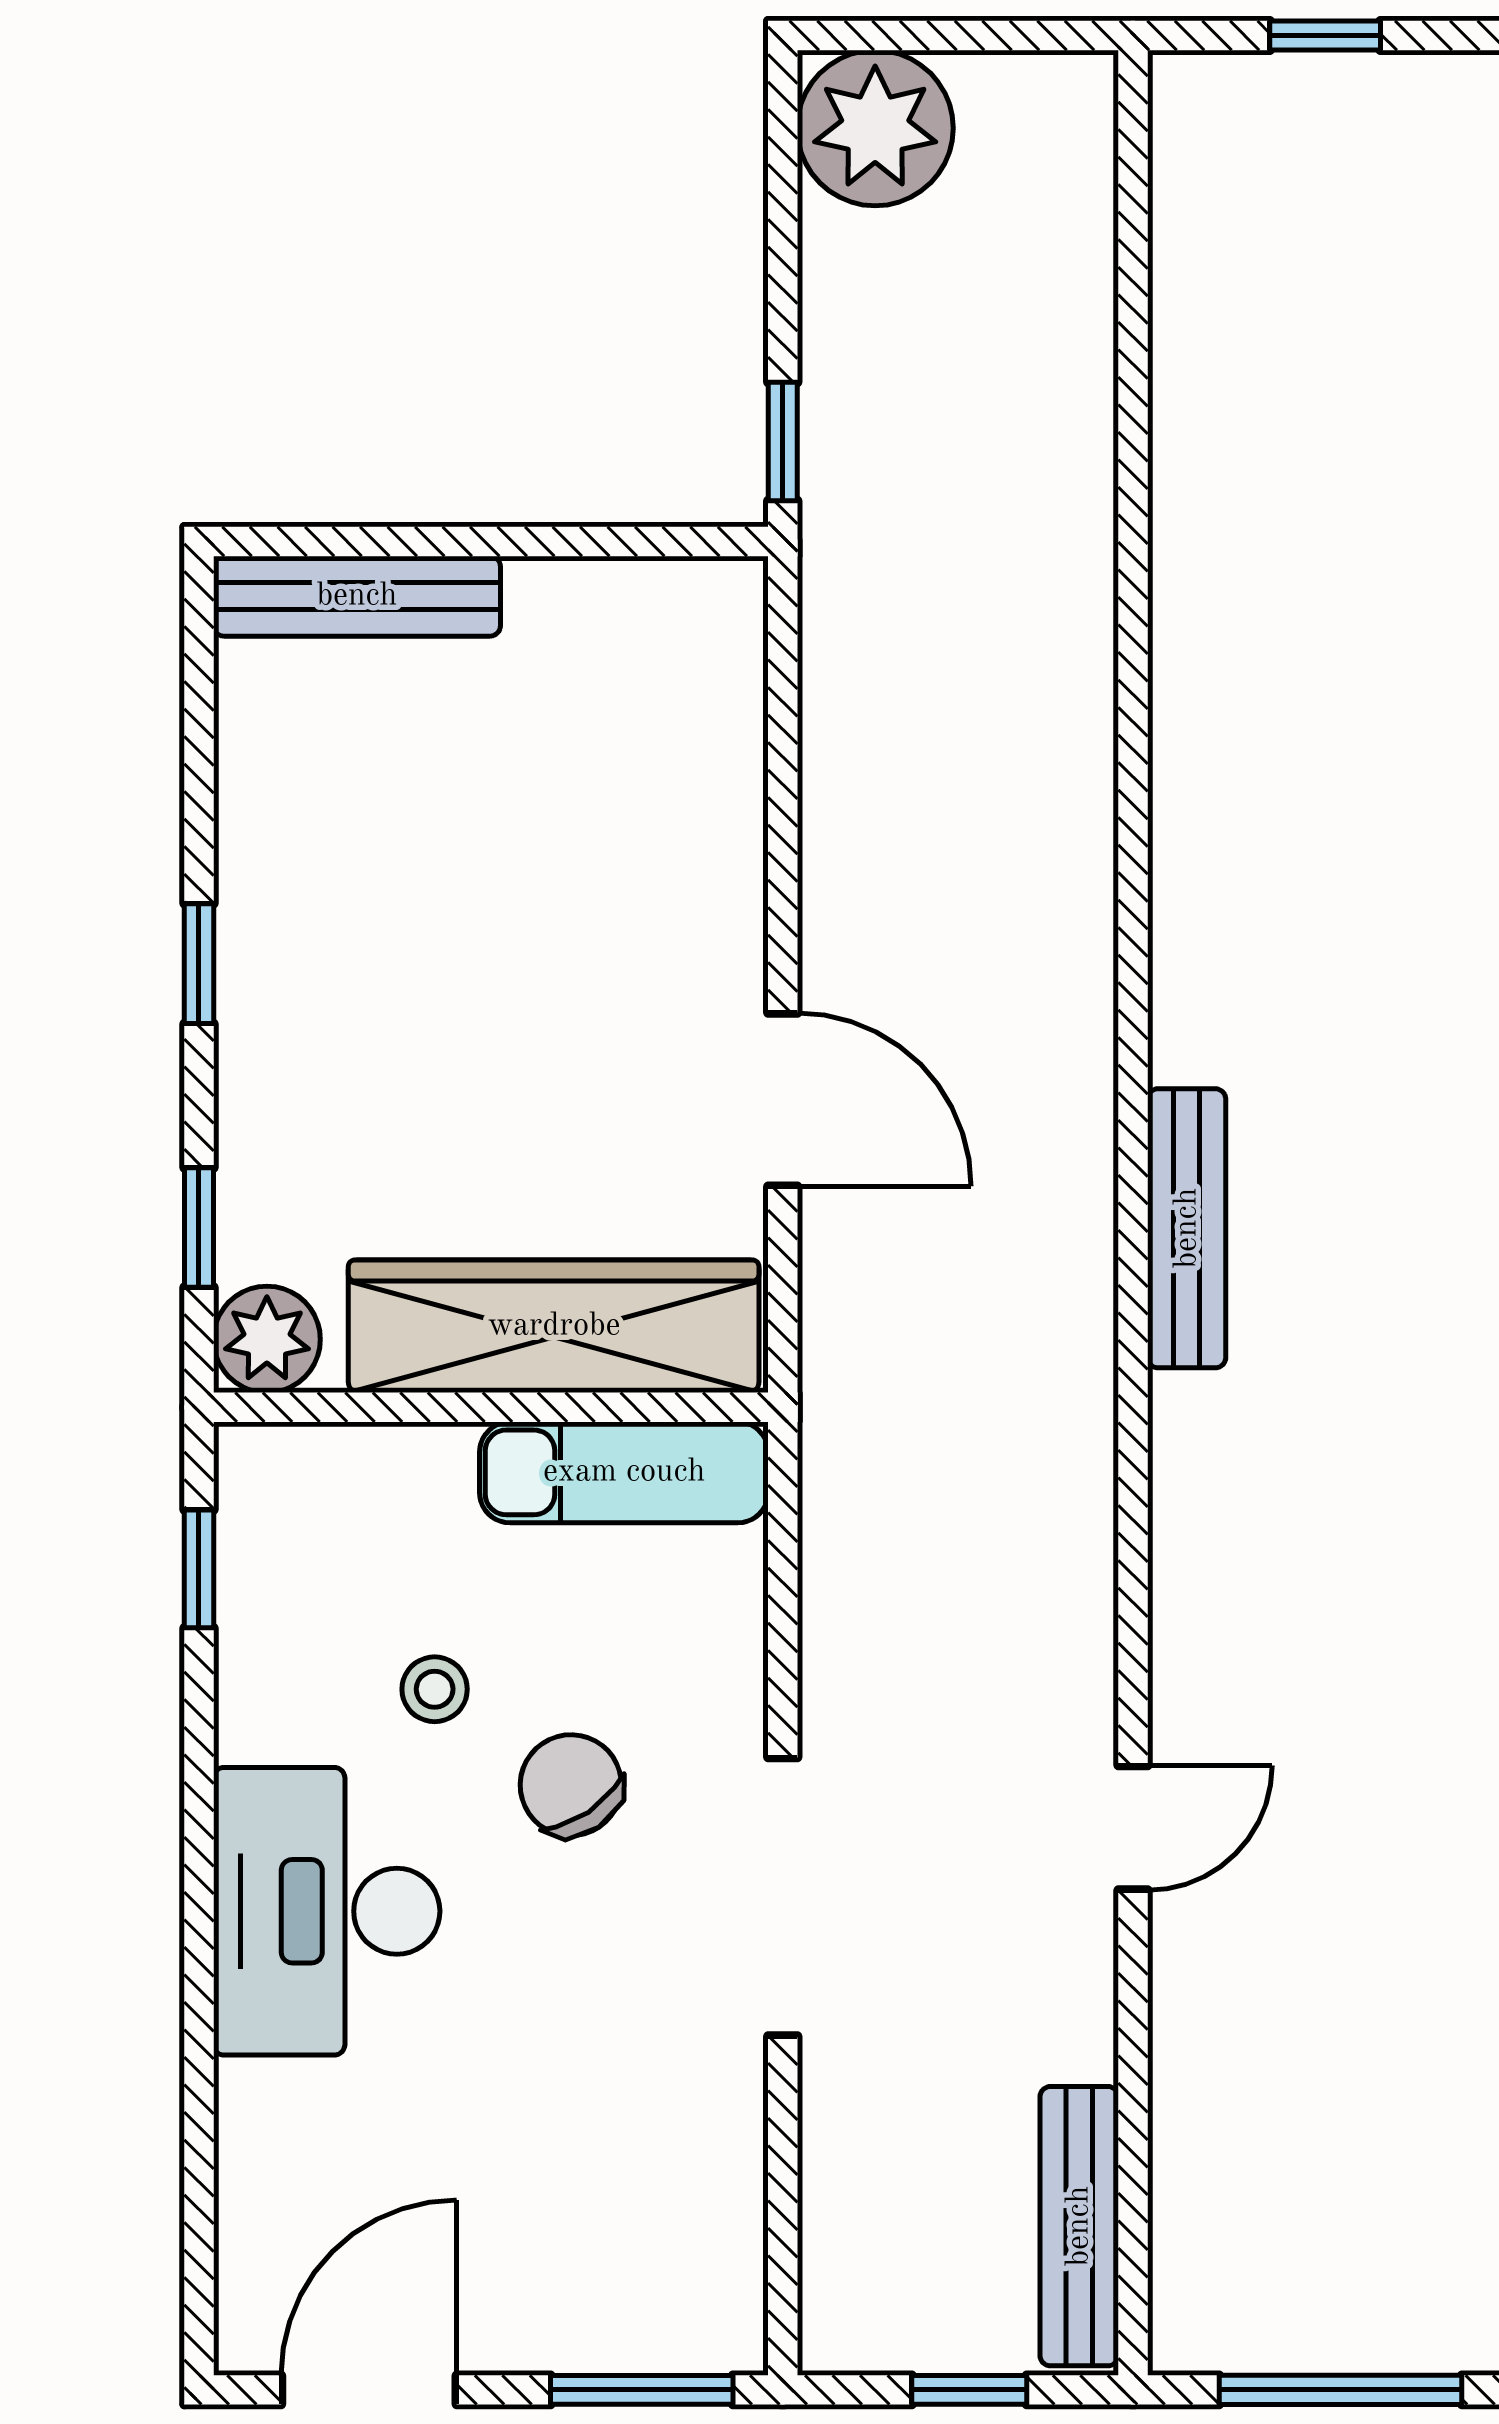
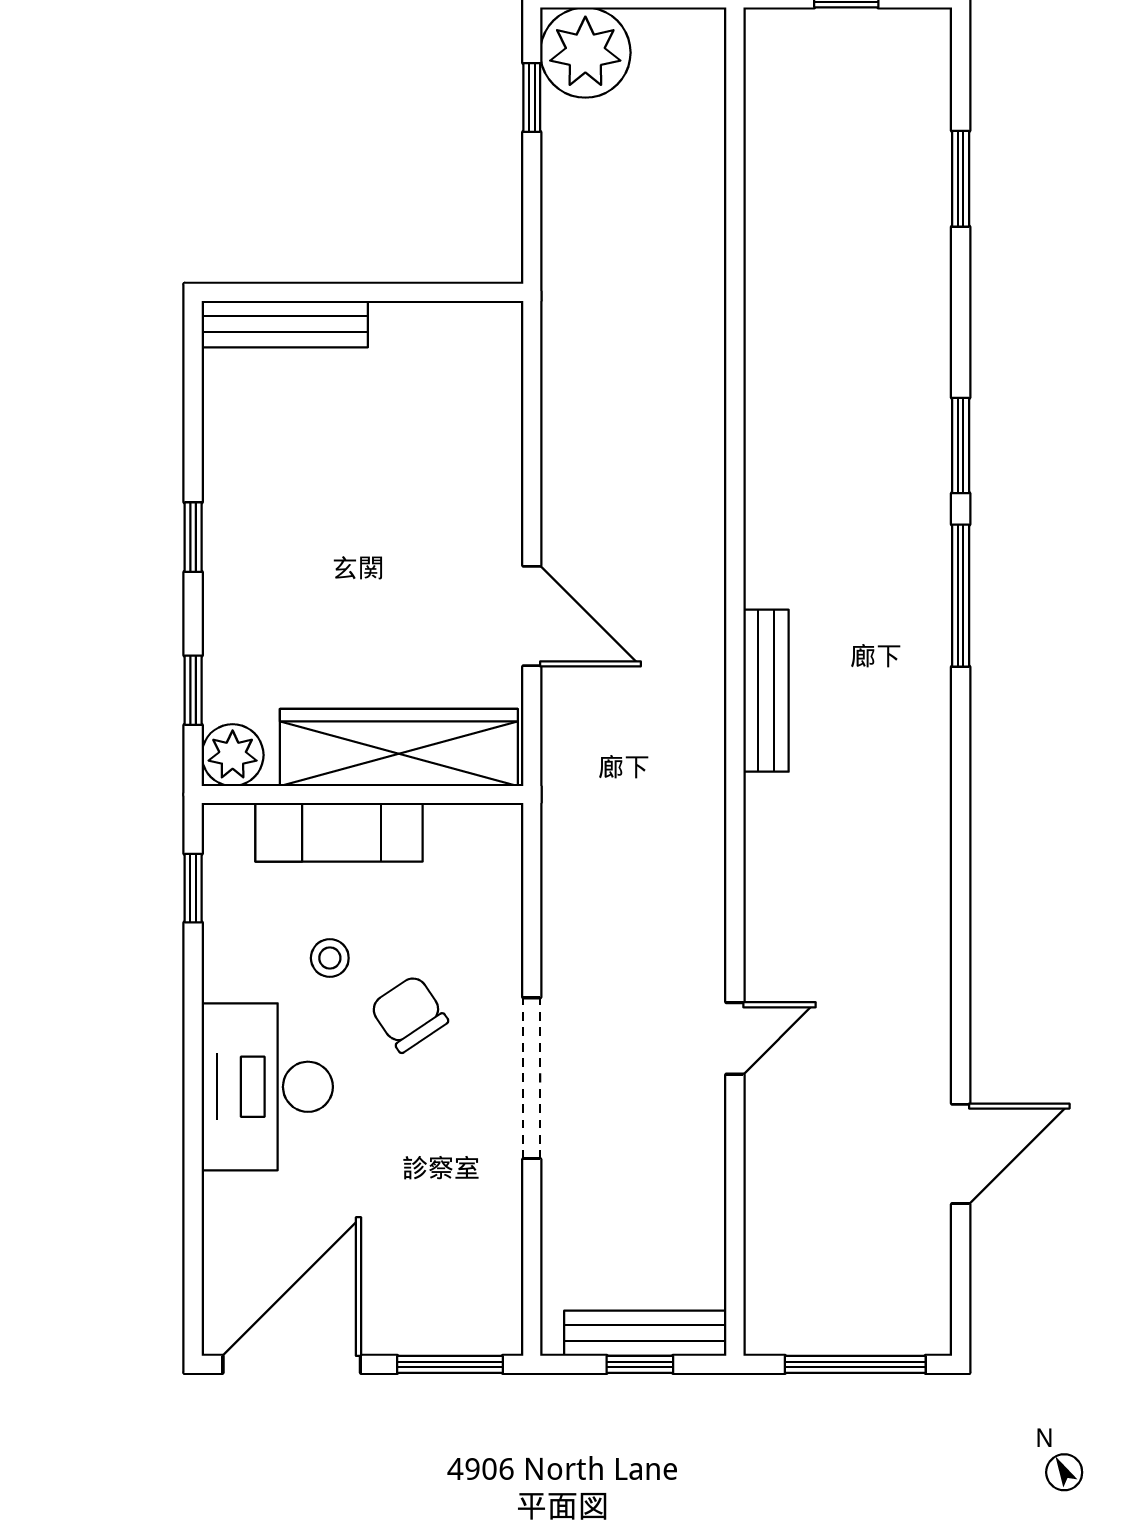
window: (783, 441) -> (532, 97), moved
exam couch: (624, 1472) -> (339, 832), moved
bench: (1079, 2226) -> (645, 1333), moved, turned 90
door: (369, 2390) -> (292, 1364), width x1.36

